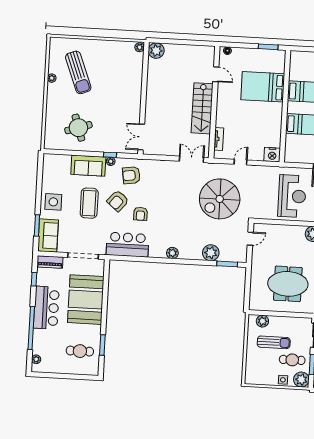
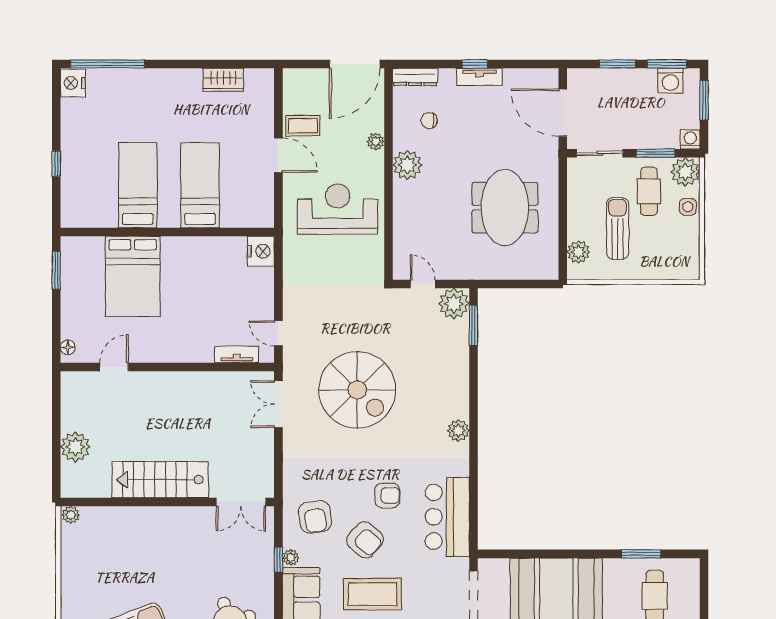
plant: (156, 51) -> (75, 447), moved
stairs: (202, 108) -> (160, 480), moved, turned 180
door: (240, 162) -> (278, 333), moved
spiral stairs: (220, 199) -> (357, 390), moved
plant: (211, 253) -> (454, 304), moved

